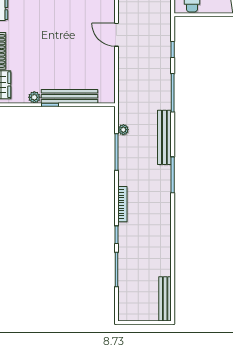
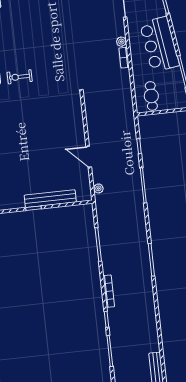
door: (116, 35) -> (89, 157), moved
plant: (34, 97) -> (18, 203), removed
plant: (123, 130) -> (98, 188), moved
bench: (164, 137) -> (140, 227), removed

